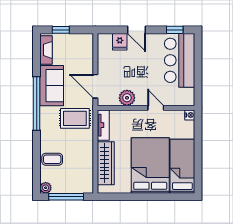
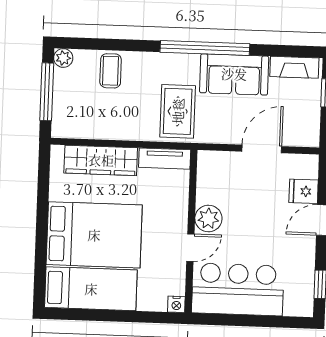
bar counter: (180, 60) -> (238, 289), moved
door: (95, 86) -> (262, 149), moved
plant: (127, 98) -> (208, 218), moved

